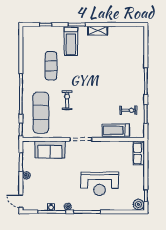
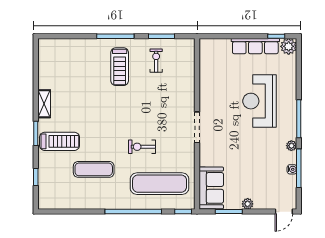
treadmill: (116, 130) -> (120, 67), moved
sofa: (50, 149) -> (211, 188), moved
row of seats: (139, 153) -> (255, 46), moved, width x1.48
reception desk: (100, 184) -> (259, 101), turned 180

